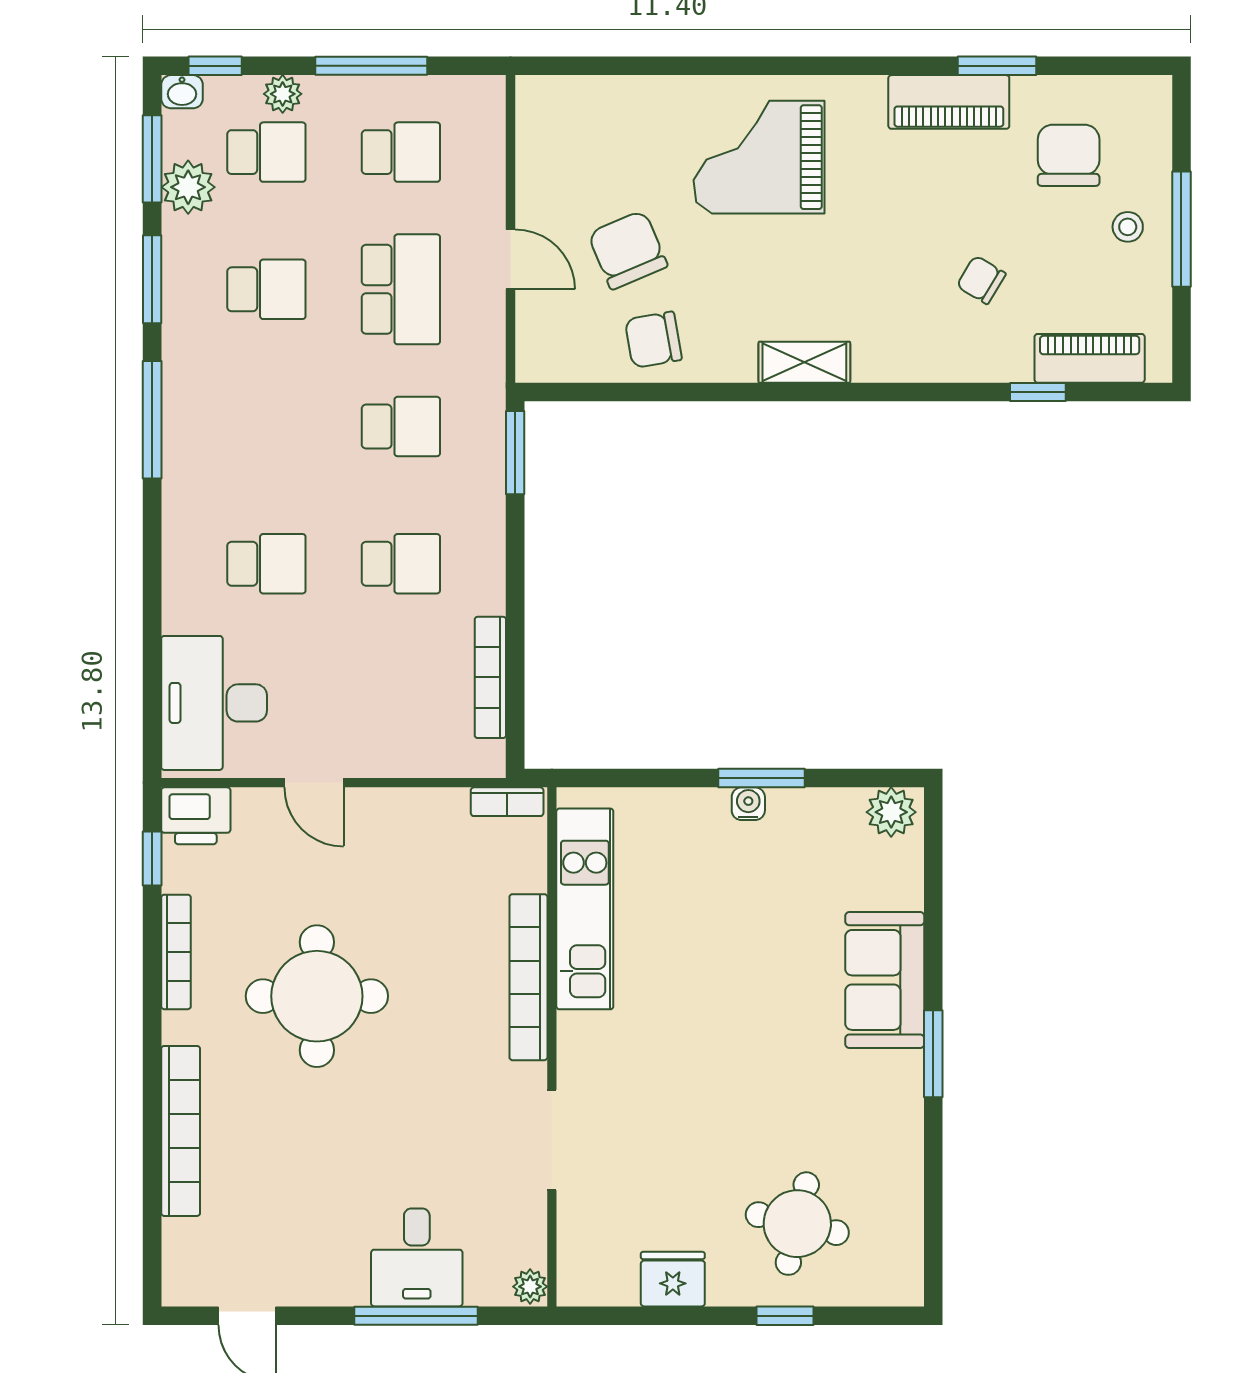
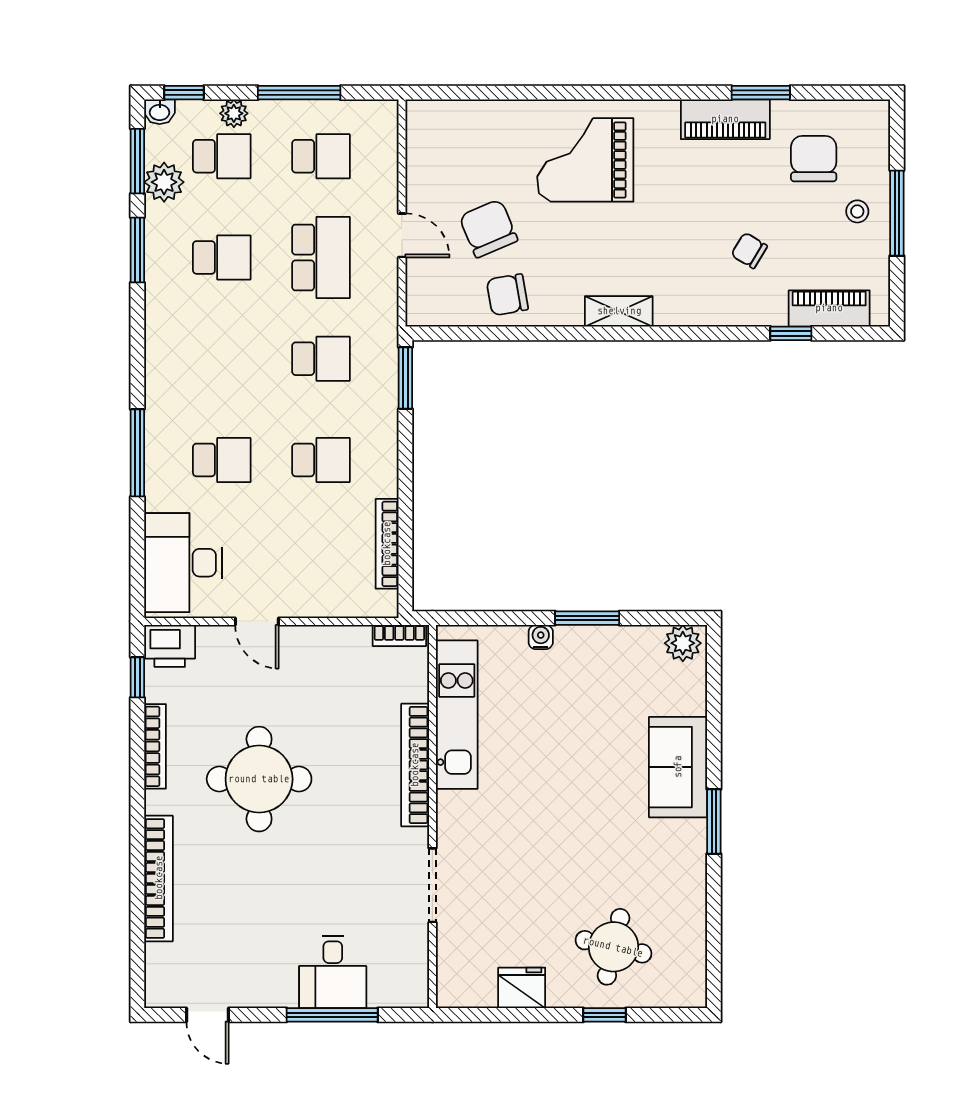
window: (152, 420) -> (137, 453), moved
water cooler: (748, 804) -> (541, 637), moved
plant: (530, 1287) -> (416, 993), removed

